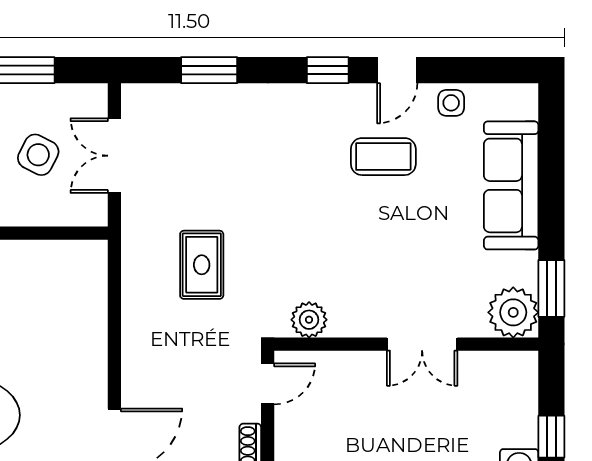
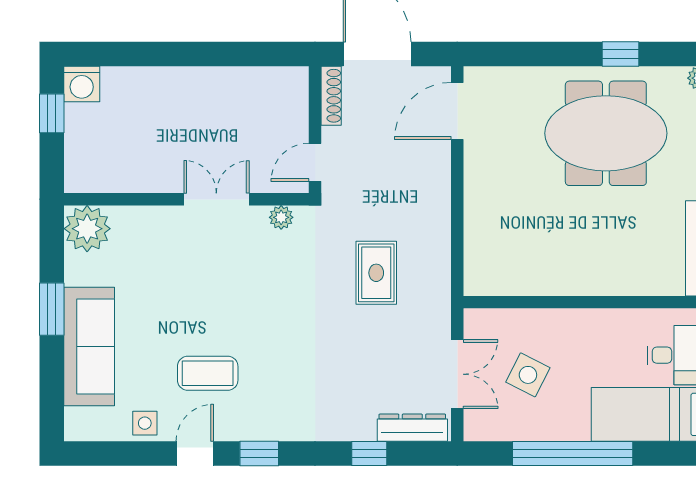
window: (209, 70) -> (369, 453), width x0.67
dresser: (163, 98) -> (412, 428), added
window: (551, 288) -> (52, 309), moved
plant: (309, 320) -> (281, 217), width x0.73, depth x0.73
double door: (422, 344) -> (216, 199), moved

